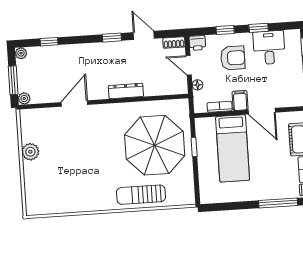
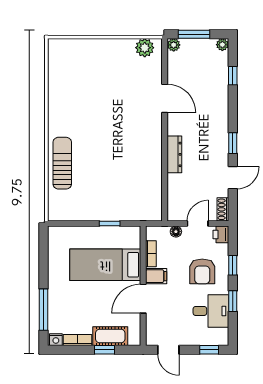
parasol: (155, 145) -> (114, 181), removed
plant: (30, 152) -> (145, 48), moved

